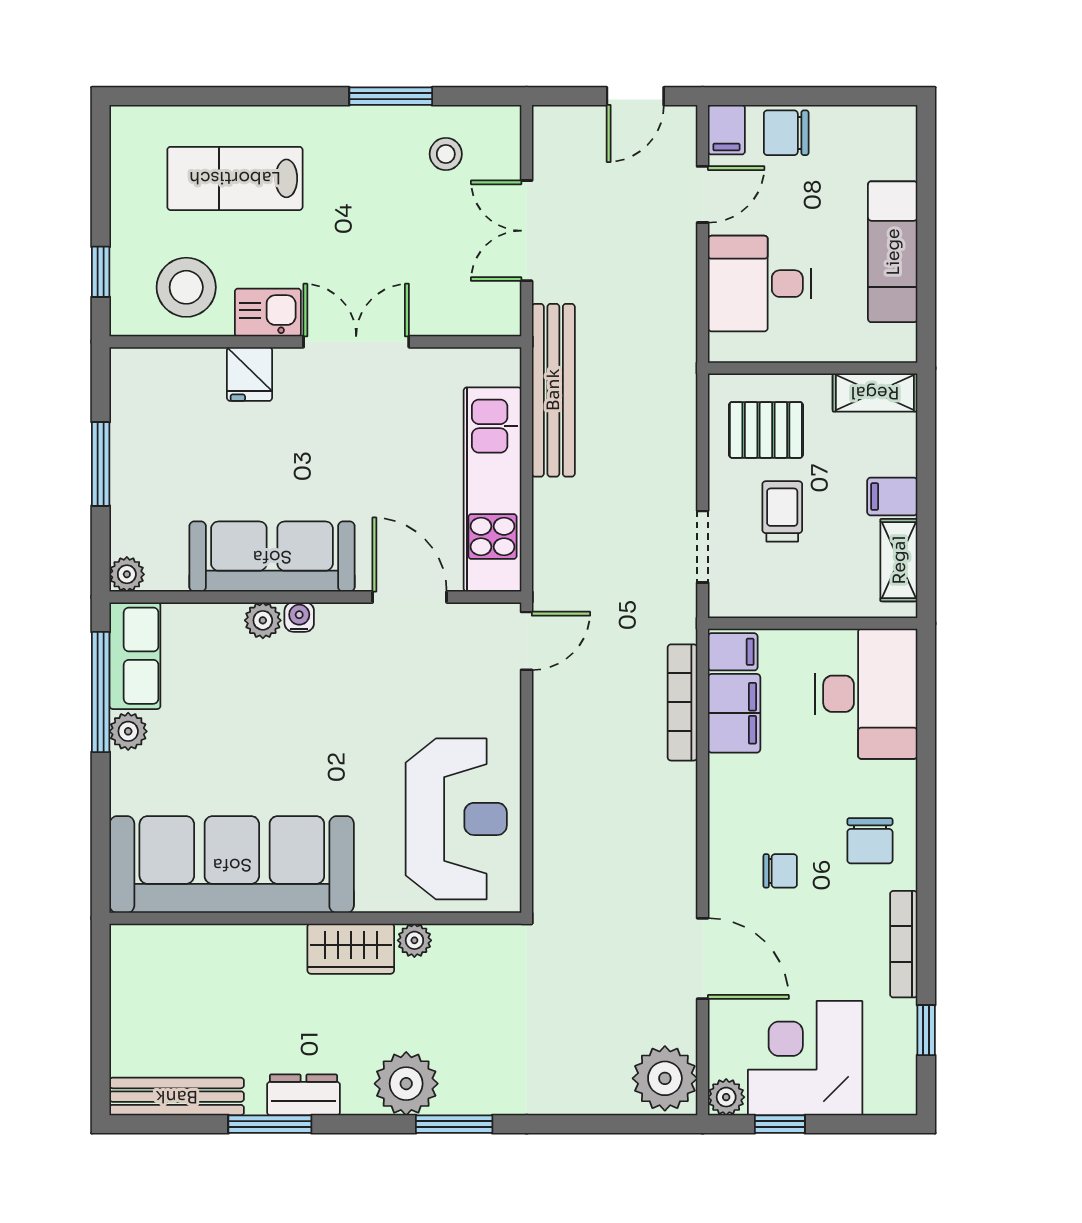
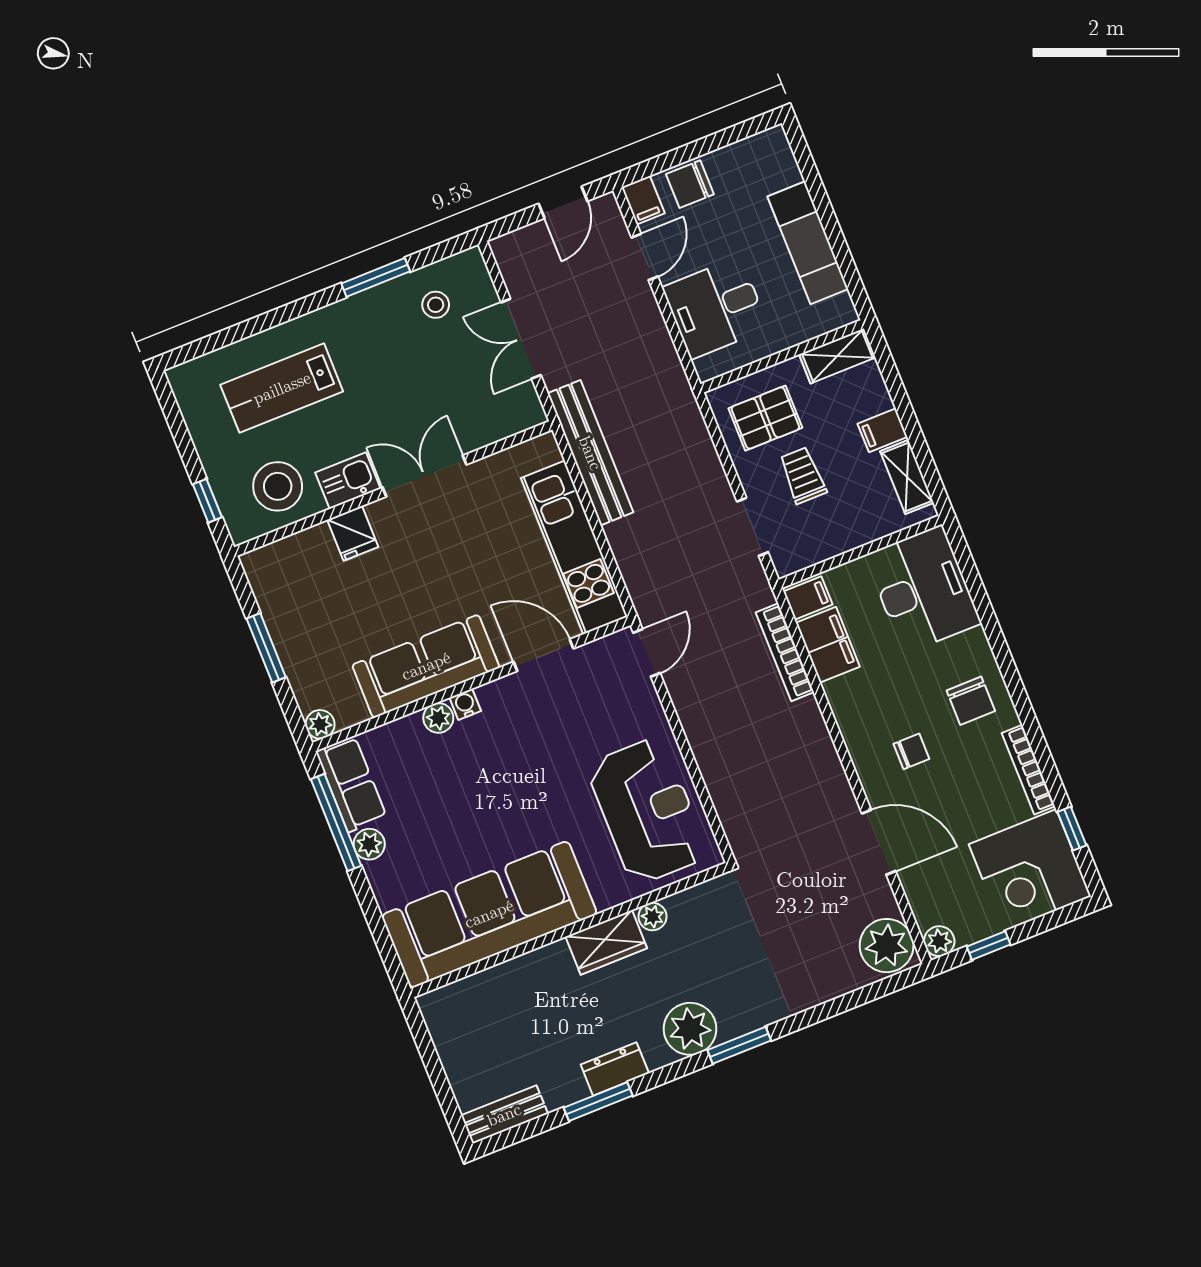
corner desk: (805, 1058) -> (1030, 870), moved, turned -90
bench: (177, 1097) -> (504, 1115), width x0.73

